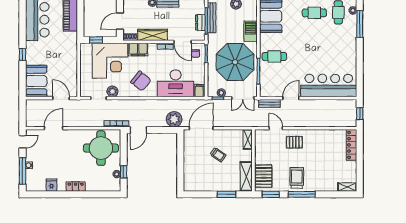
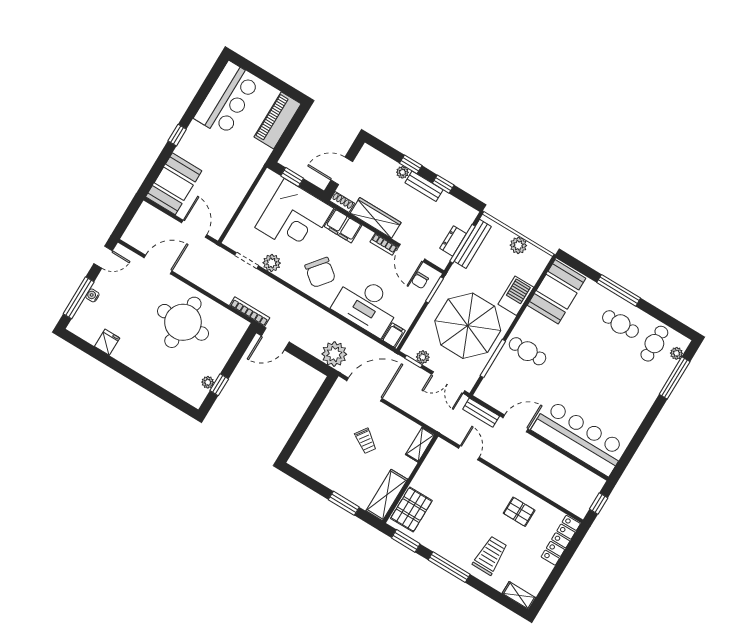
pallet: (294, 142) -> (519, 512), moved
round table: (101, 148) -> (183, 322), moved
trolley: (297, 178) -> (490, 555), moved
locker: (76, 187) -> (139, 365), removed

